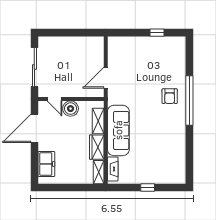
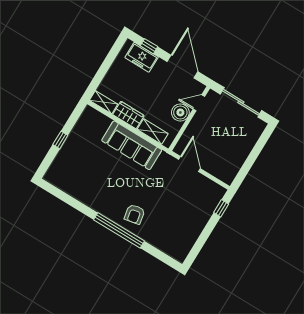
window: (157, 33) -> (221, 208), moved
armchair: (170, 96) -> (135, 214), turned -101
window: (34, 164) -> (149, 46), added
fireplace: (113, 169) -> (98, 118), removed

